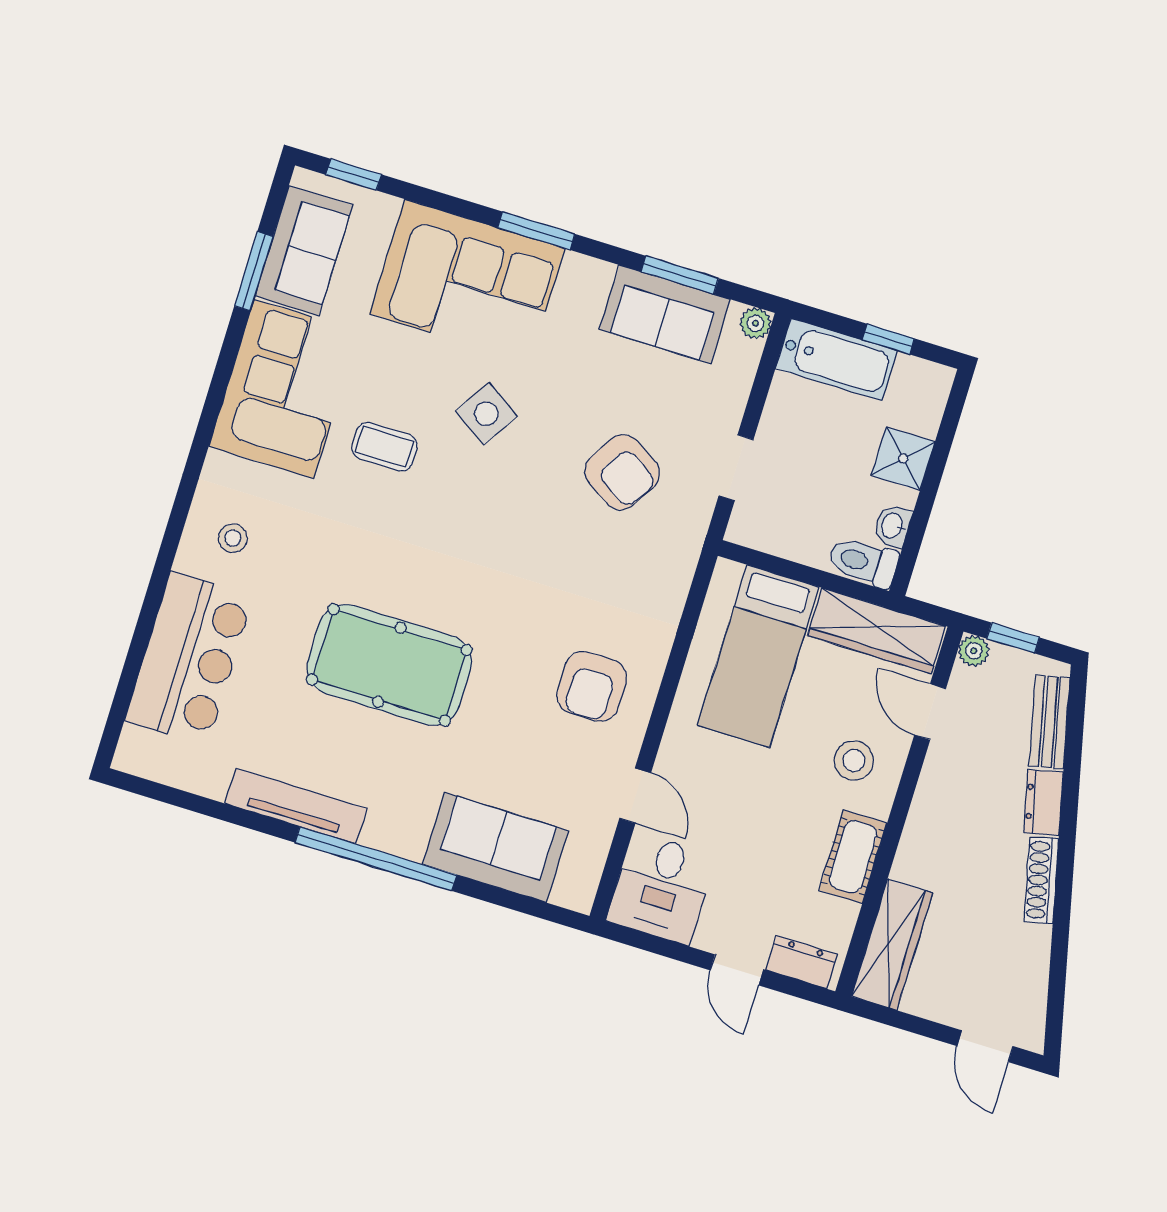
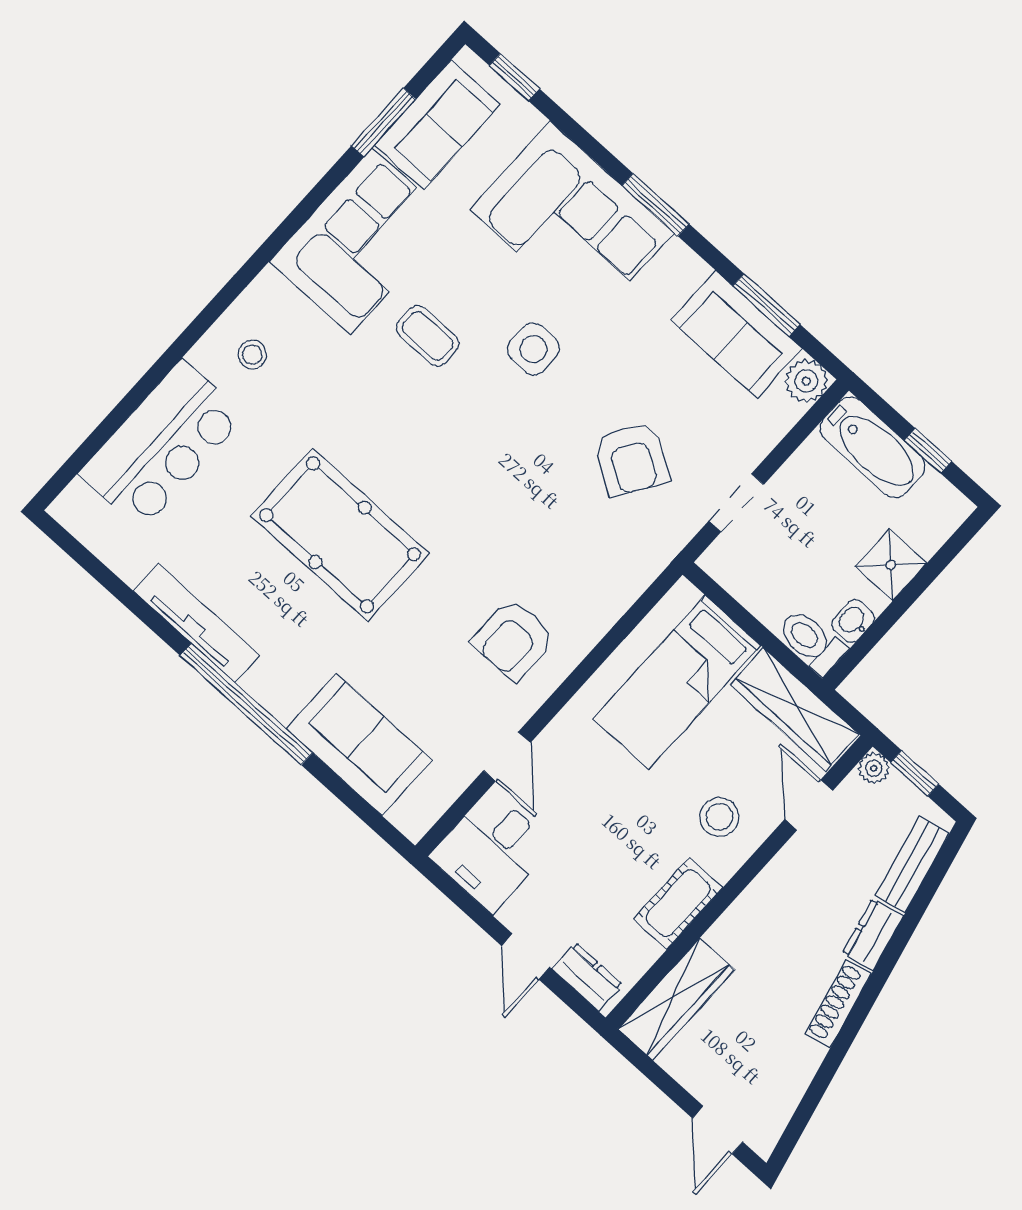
plant: (755, 323) -> (806, 381), width x1.38, depth x1.38
side table: (486, 414) -> (533, 349), turned -33

